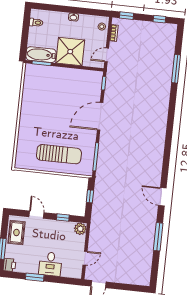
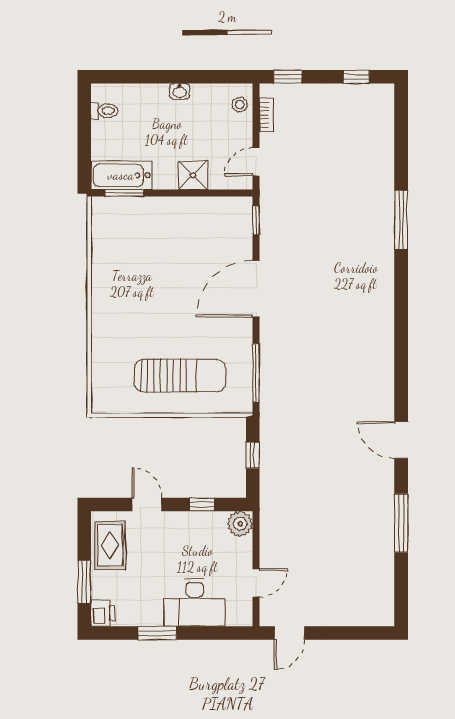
shower: (70, 52) -> (193, 175), width x0.54, depth x0.54
window: (176, 69) -> (401, 220), moved
desk: (50, 264) -> (195, 602), width x1.37

